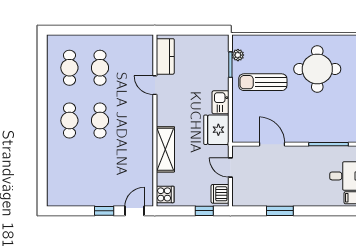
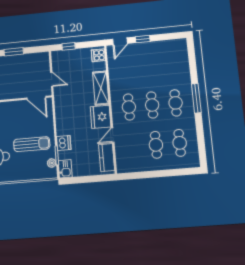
door: (155, 85) -> (113, 135), swing flipped
kitchen sink: (221, 102) -> (65, 169), moved
cafe table: (130, 121) -> (129, 107), added
window: (42, 124) -> (196, 98), added
fridge: (216, 130) -> (101, 117), moved, turned 180
door: (272, 144) -> (36, 98), moved
dishwasher: (220, 194) -> (64, 143), moved

